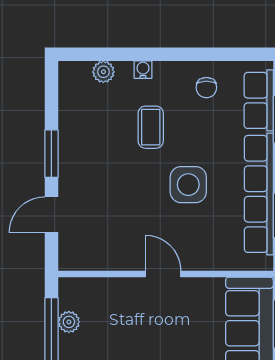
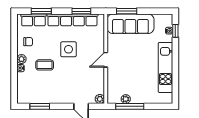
plant: (103, 72) -> (21, 59), moved
window: (51, 154) -> (40, 106), moved
plant: (69, 260) -> (100, 99), added

